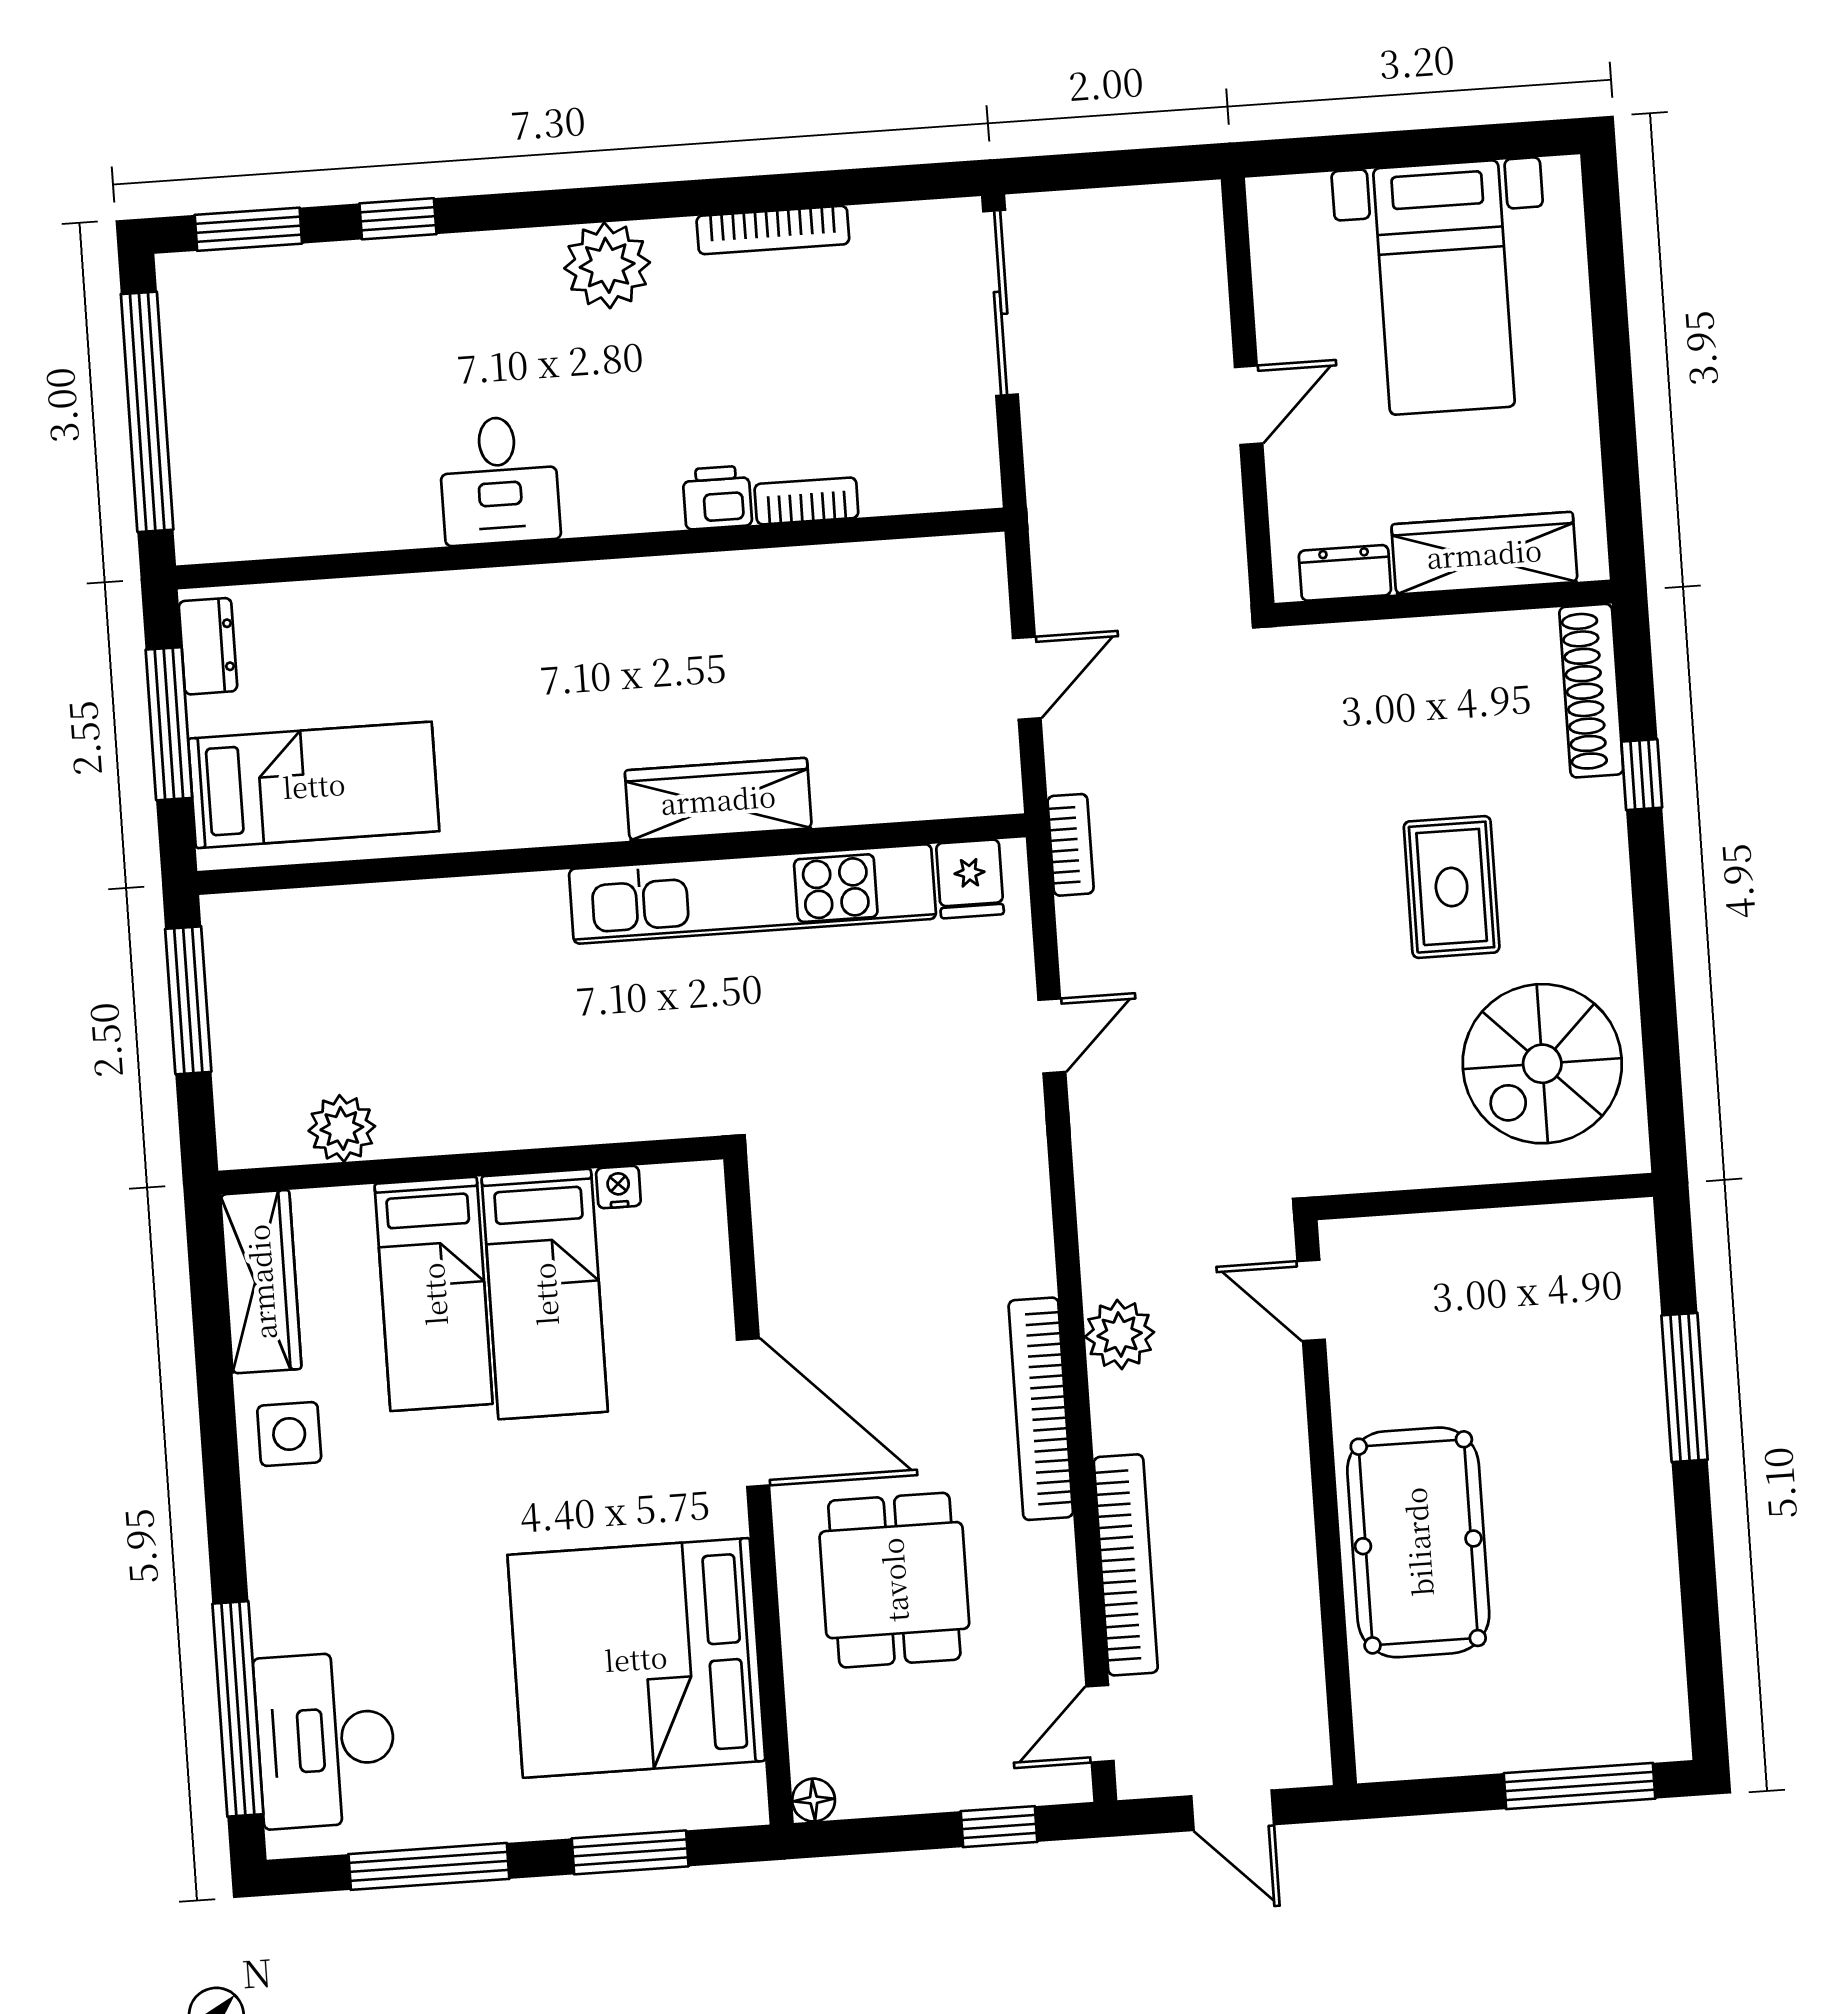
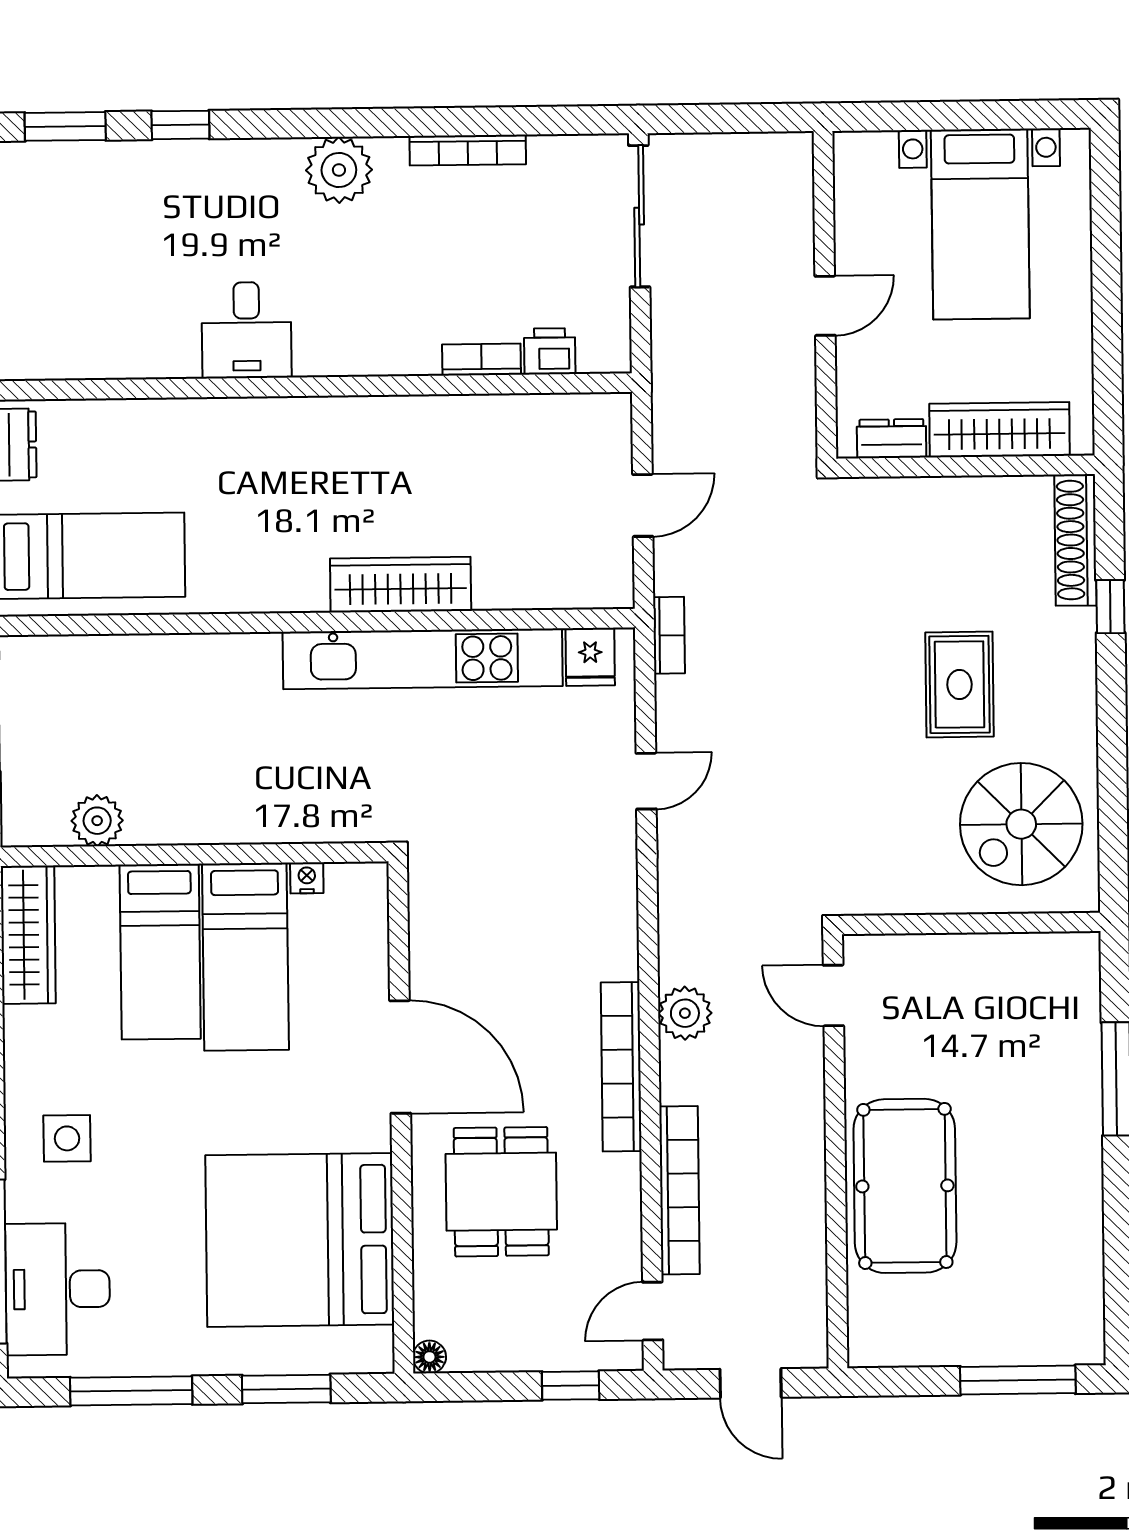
printer: (717, 497) -> (550, 351), moved
side table: (289, 1434) -> (67, 1138), moved

